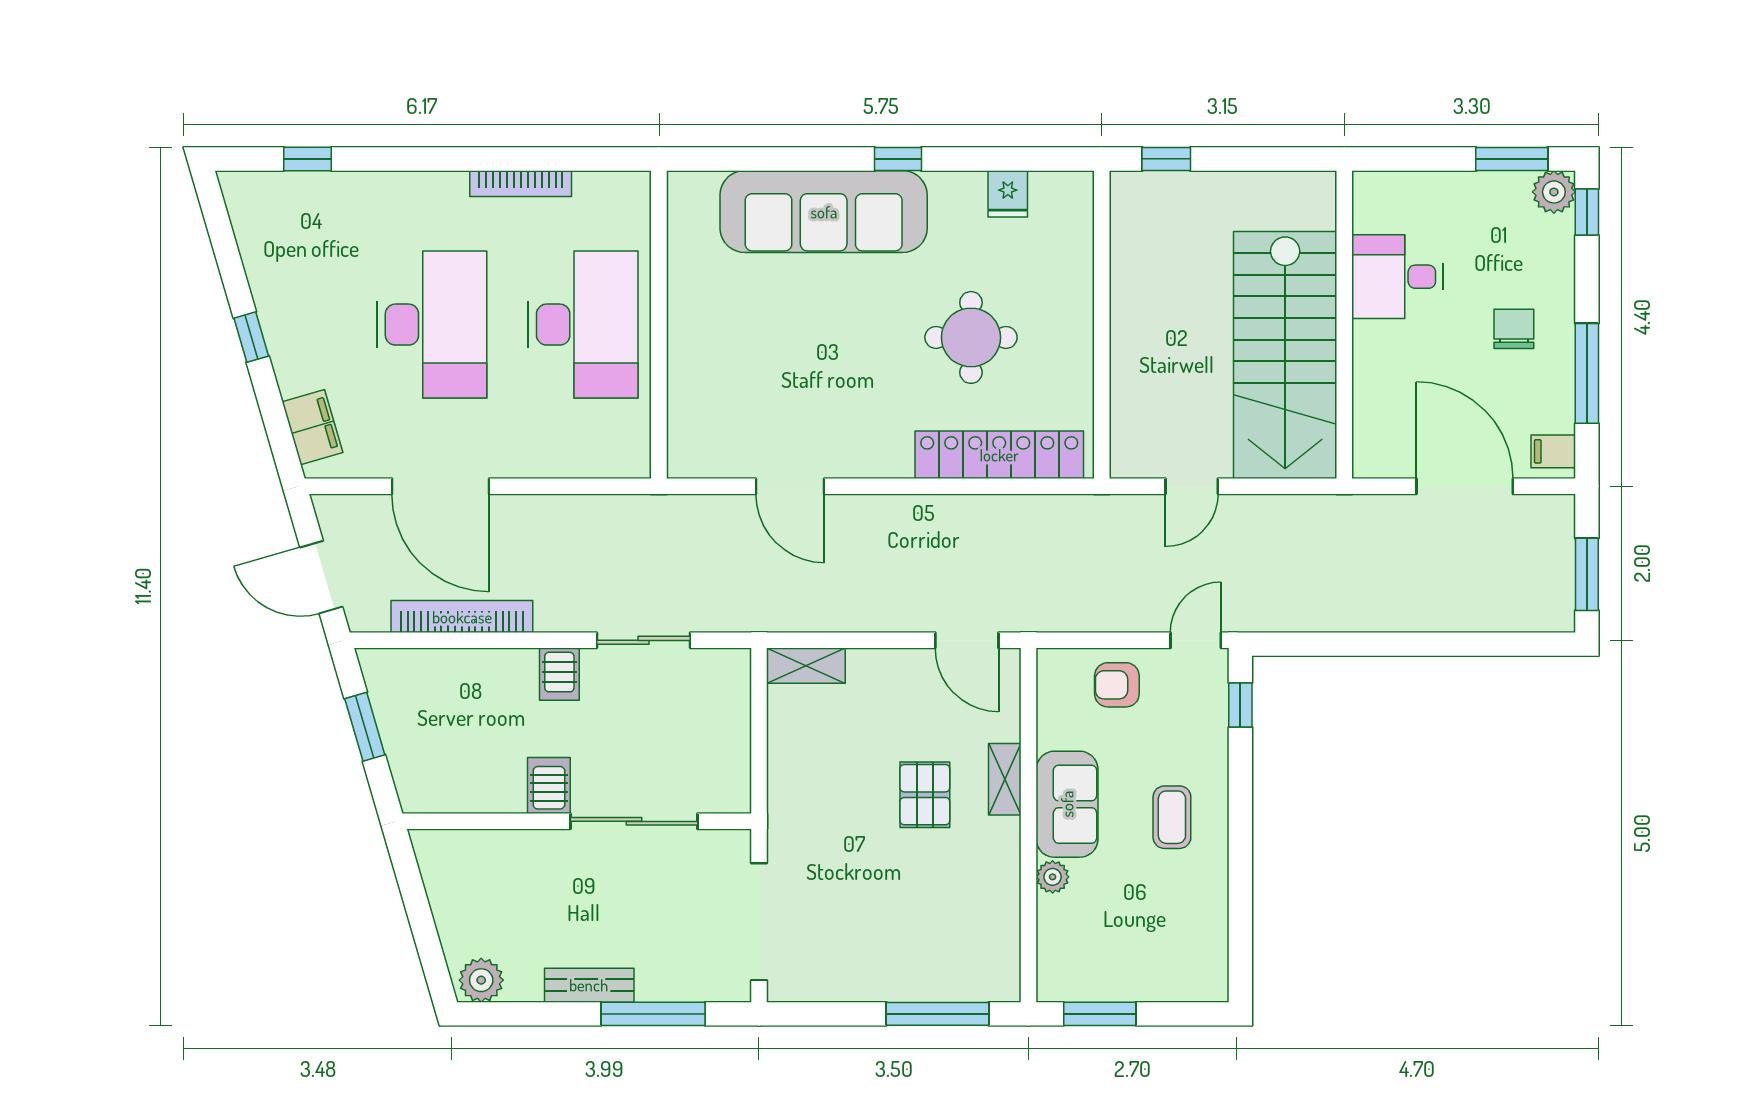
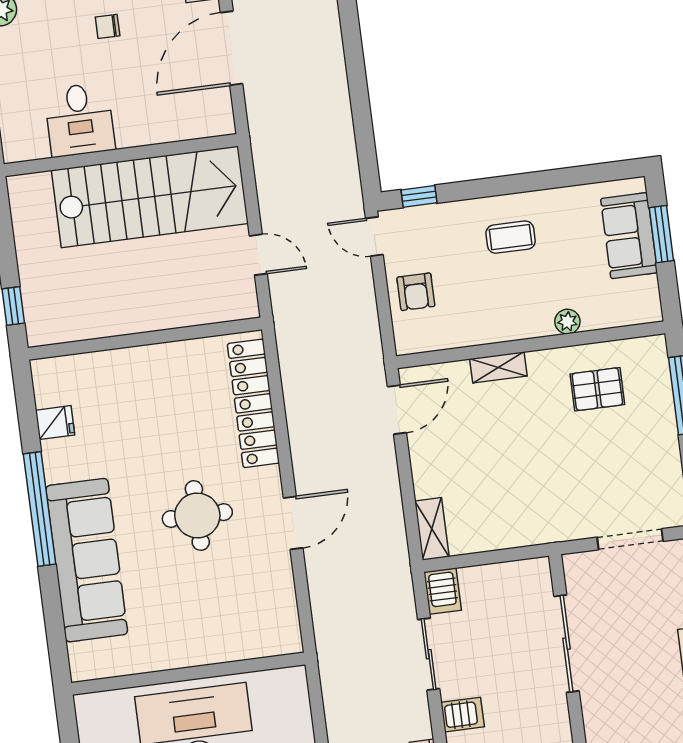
window: (898, 159) -> (40, 509), width x3.17
chair: (1514, 329) -> (108, 26), width x0.73, depth x0.73
round table: (971, 337) -> (197, 516), moved
door: (790, 486) -> (293, 523), moved
server rack: (549, 785) -> (443, 591), moved, turned -90
pallet: (925, 795) -> (597, 389), moved
sofa: (1067, 804) -> (629, 236), moved, turned -90
doorway: (759, 922) -> (630, 539), width x0.73
window: (1100, 1014) -> (661, 234), moved

